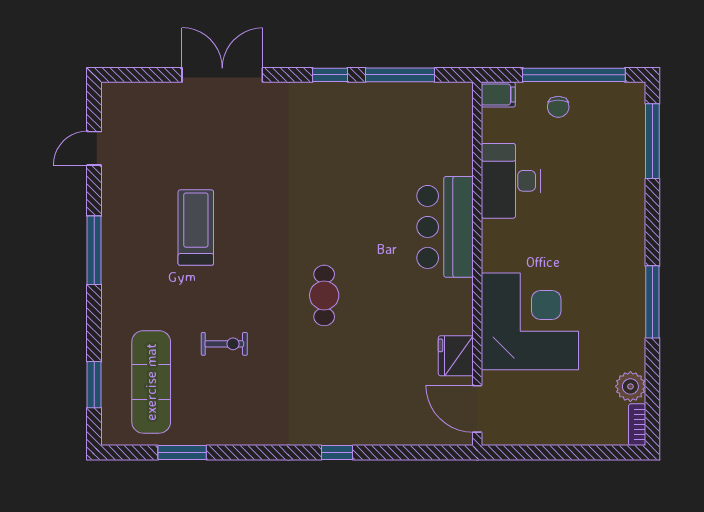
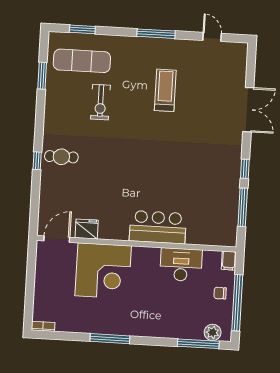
treadmill: (196, 228) -> (165, 90), turned -90
cafe table: (324, 295) -> (61, 157), moved
exercise bike: (224, 344) -> (101, 102), width x1.38, depth x1.39
plant: (630, 386) -> (213, 332), moved

